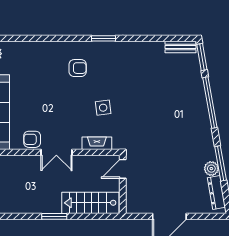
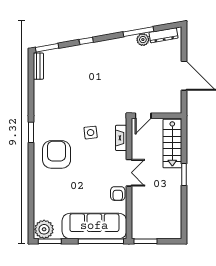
armchair: (78, 68) -> (57, 154), width x1.88, depth x1.88
window: (210, 103) -> (86, 41), width x0.32
door: (123, 169) -> (143, 116), hinge flipped

